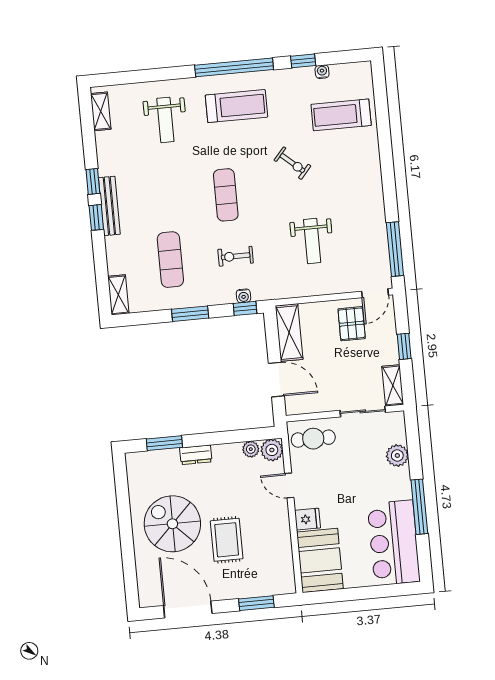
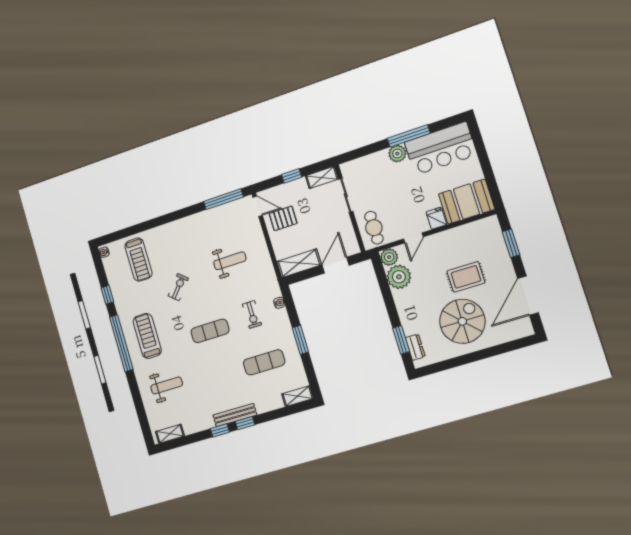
water cooler: (322, 72) -> (104, 252), moved
window: (245, 308) -> (288, 300), removed
plant: (251, 449) -> (399, 277), width x1.87, depth x1.87
dresser: (196, 455) -> (415, 347), moved
plant: (397, 455) -> (397, 154), moved
spiral stairs: (172, 524) -> (462, 321), turned 180

